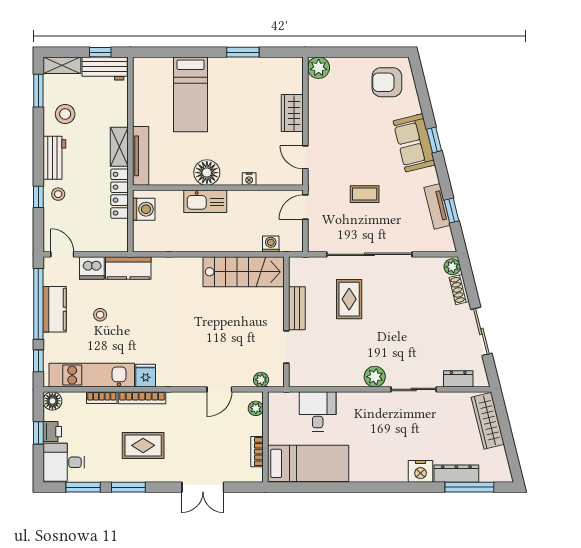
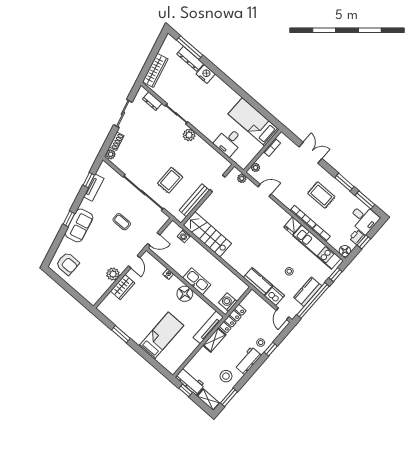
plant: (319, 68) -> (113, 274), moved
bench: (297, 308) -> (194, 200), width x1.36

